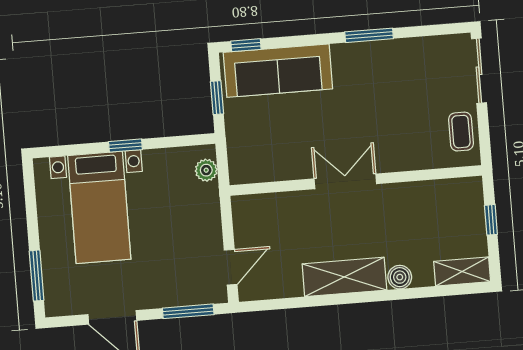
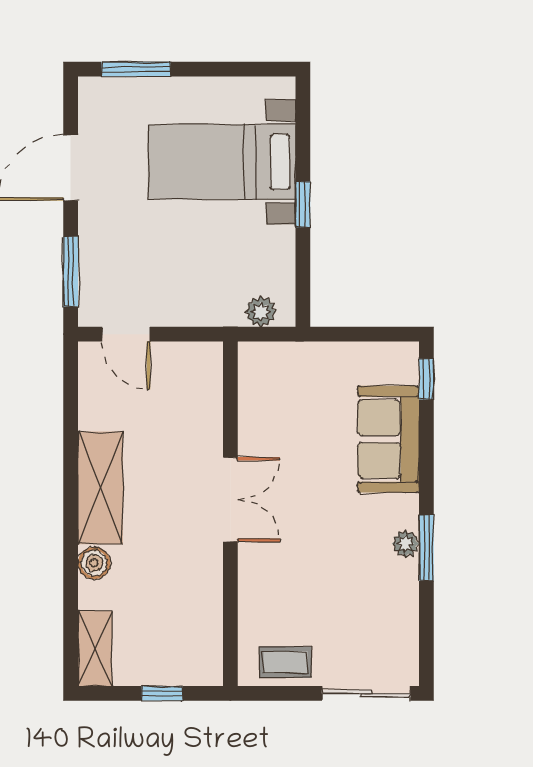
plant: (367, 51) -> (405, 544), added
sofa: (278, 71) -> (388, 439), width x0.73
window: (217, 98) -> (358, 334), removed

